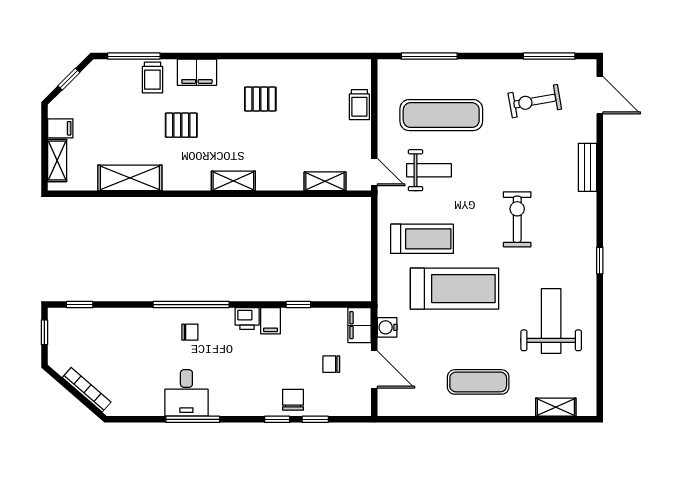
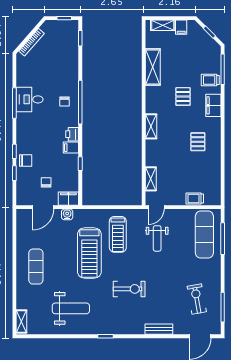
exercise mat: (441, 115) -> (204, 235), moved
shelving: (556, 407) -> (21, 322), moved

